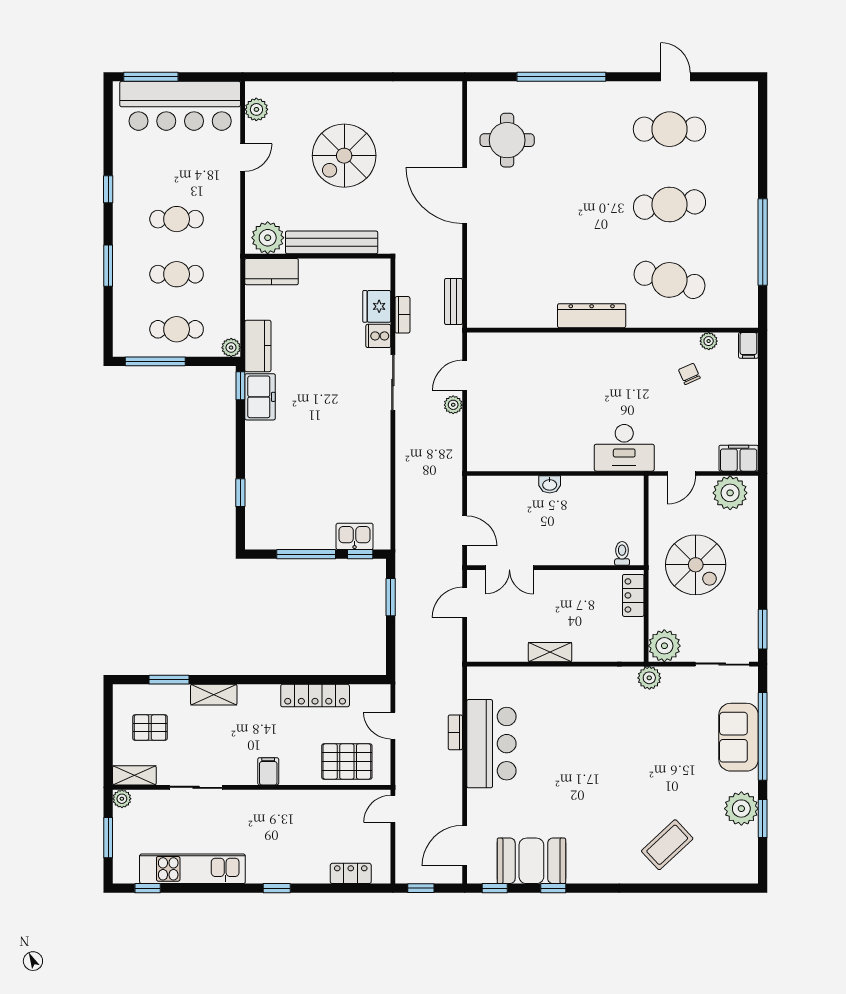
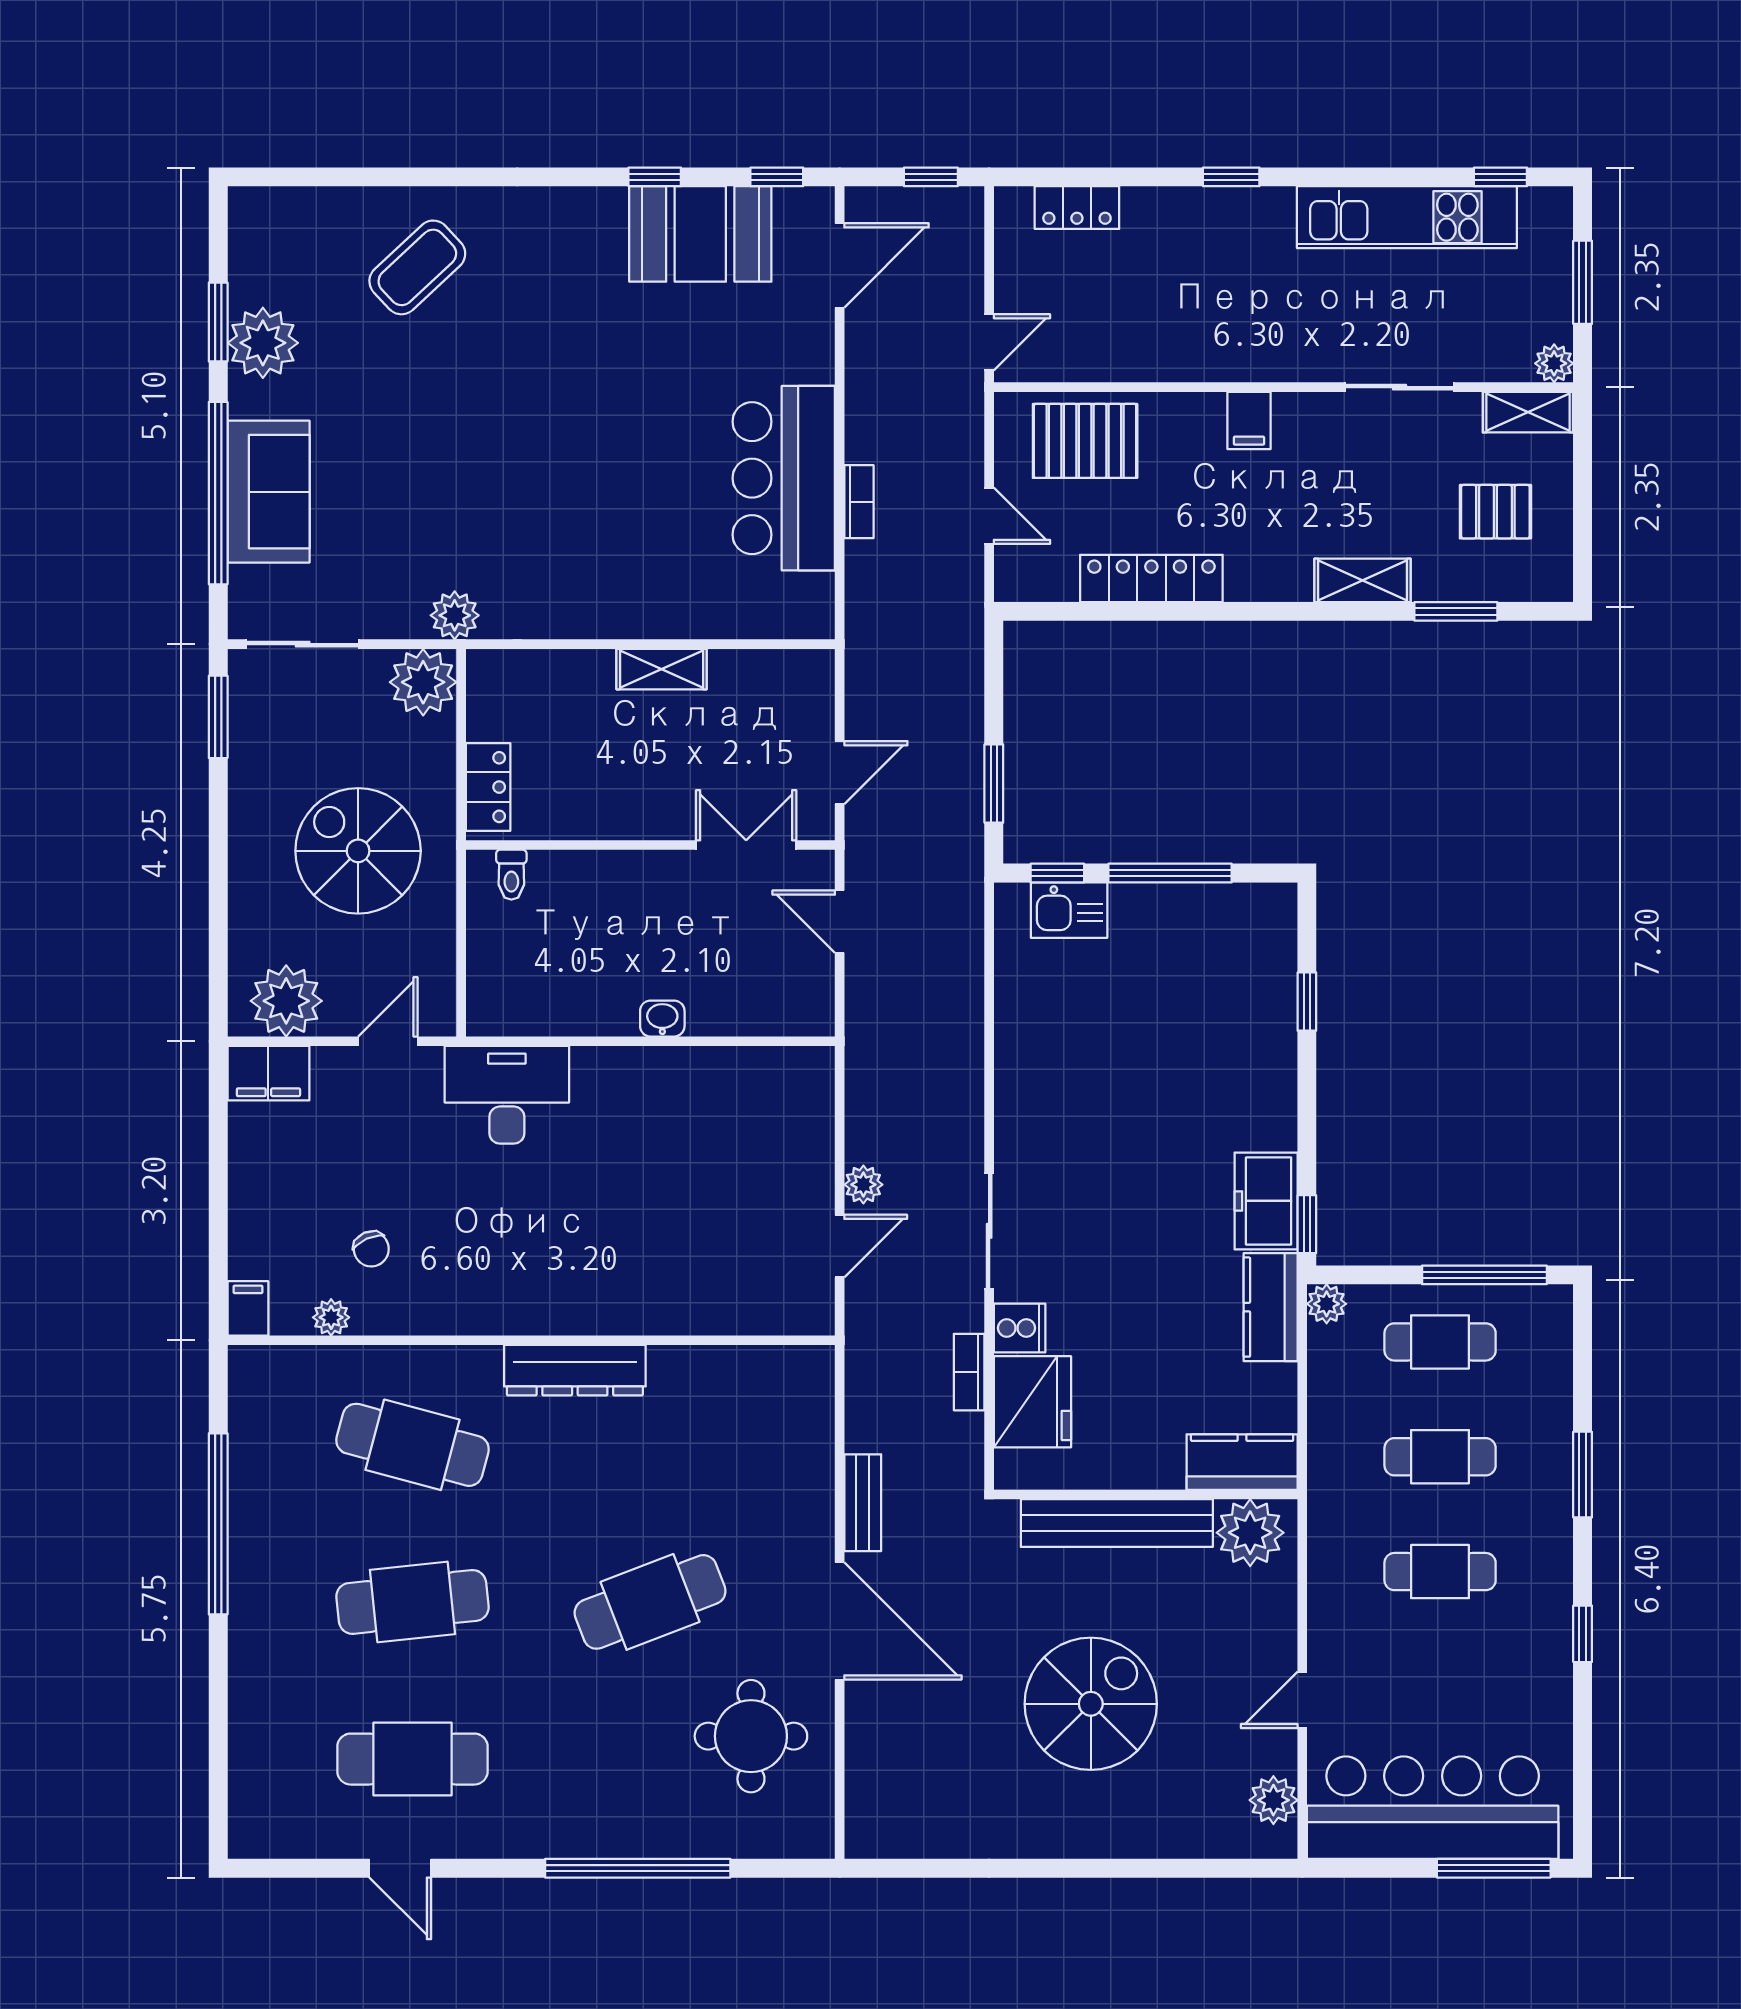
cafe table: (556, 205) -> (650, 1602), added
bench: (454, 301) -> (863, 1503), moved
fridge: (377, 306) -> (1032, 1402), width x1.36, depth x1.34

